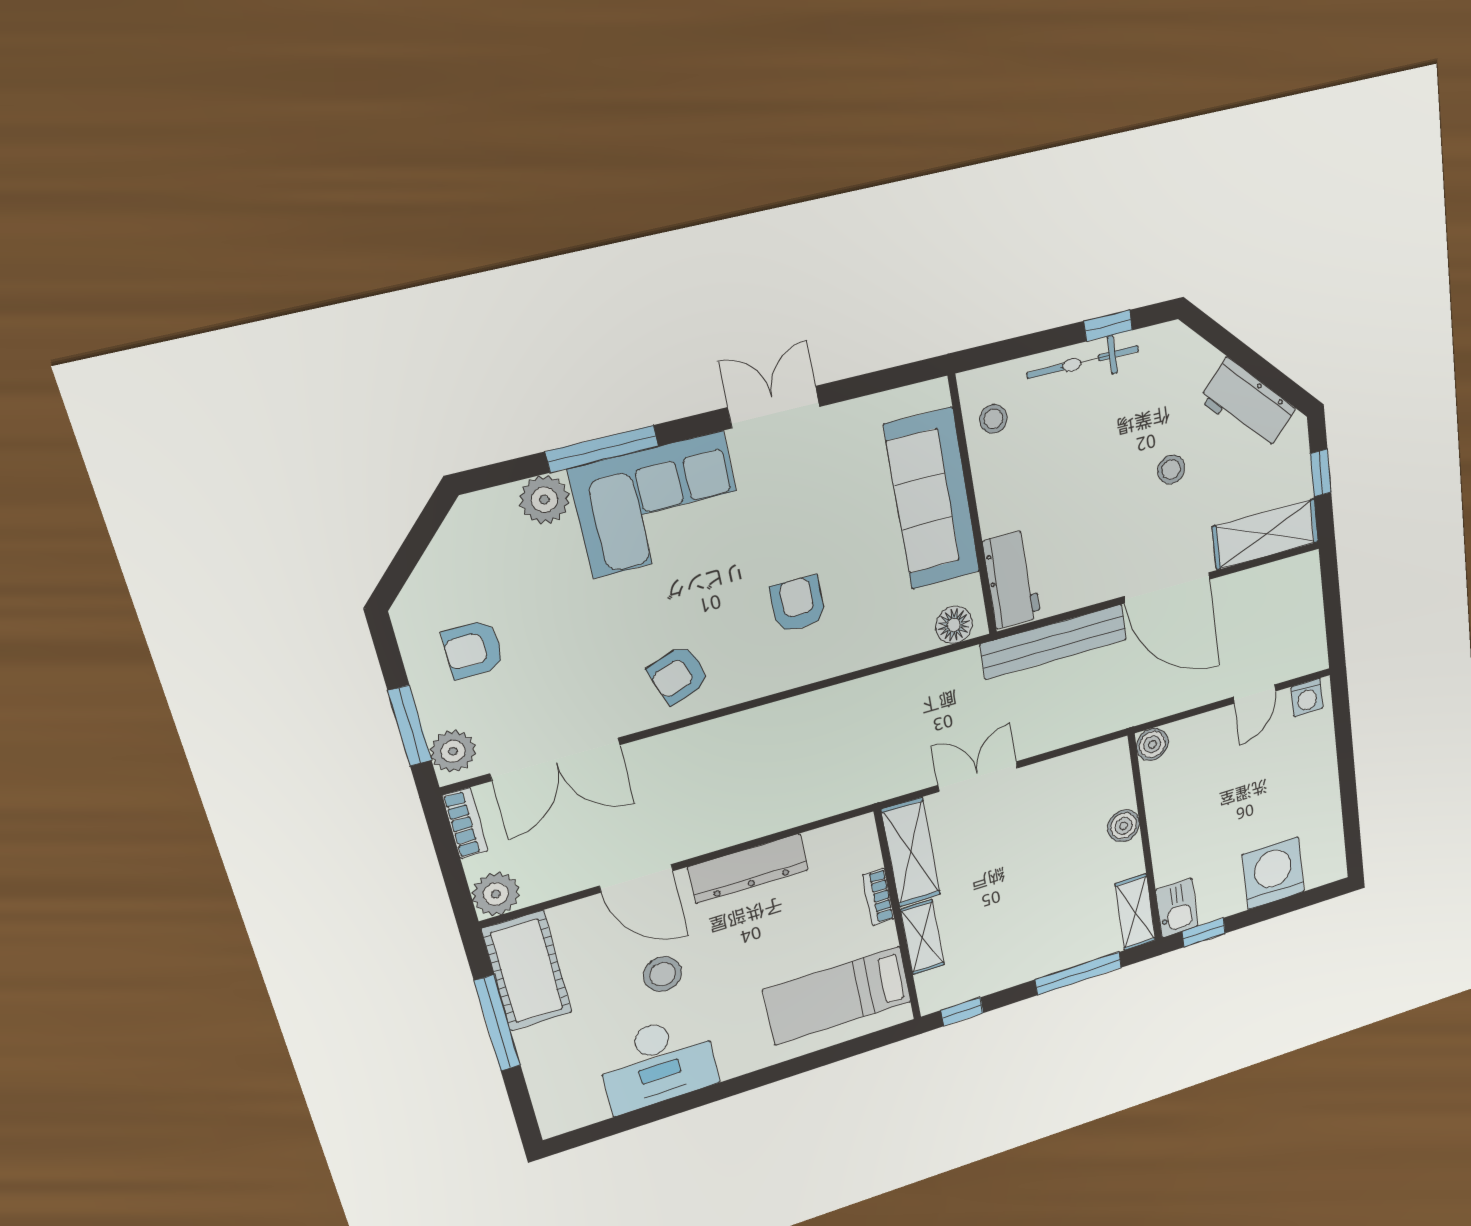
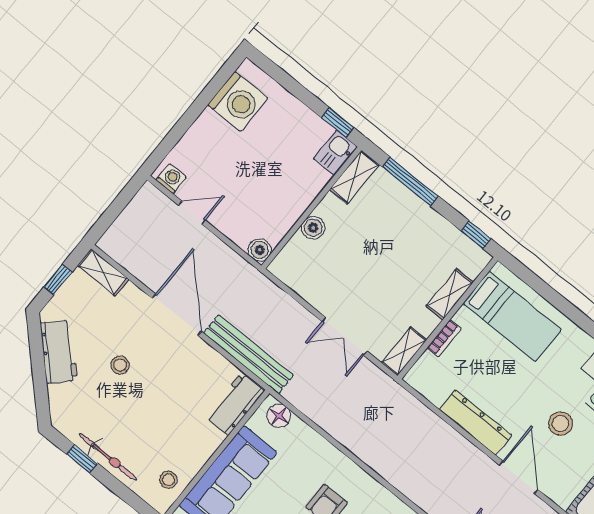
shelving: (1265, 534) -> (103, 272), width x0.67, depth x0.75
shelving: (911, 852) -> (404, 351), width x0.67, depth x0.75
washing machine: (1273, 873) -> (238, 102), moved, turned -90

